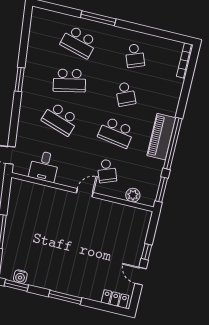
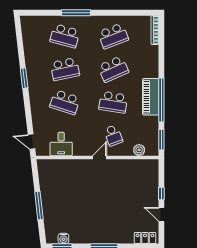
school desk: (135, 56) -> (113, 36), width x1.85
school desk: (125, 94) -> (113, 69), width x1.85

